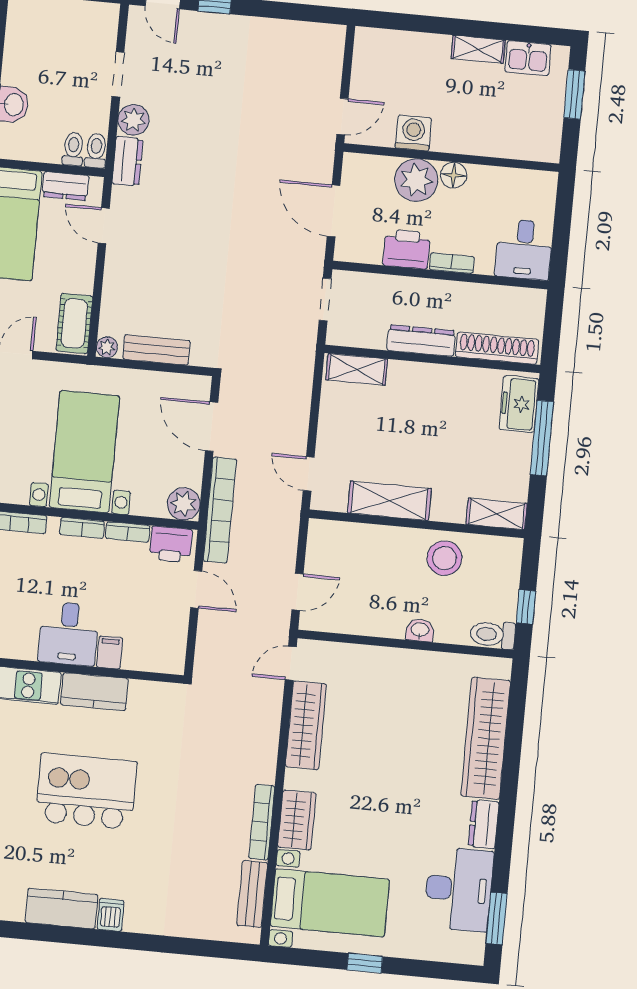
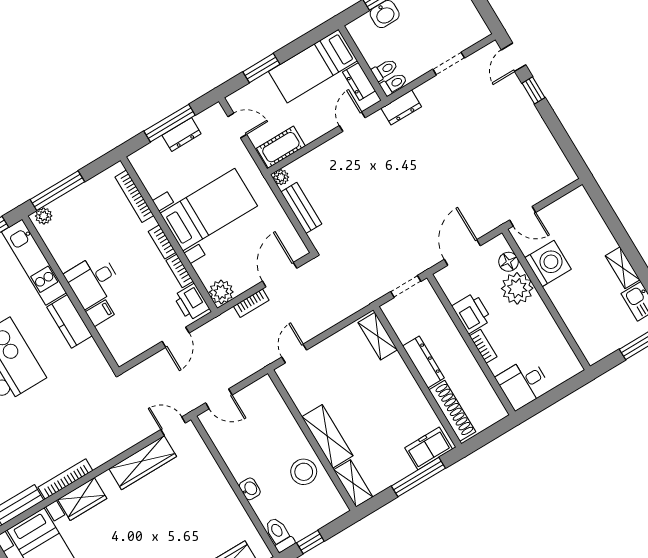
plant: (133, 120) -> (429, 93), removed
washing machine: (413, 133) -> (548, 263), width x1.37, depth x1.37
floor lamp: (454, 175) -> (508, 262), moved
shelving: (389, 501) -> (327, 436), moved
bookcase: (220, 510) -> (251, 303), width x0.43, depth x0.76

